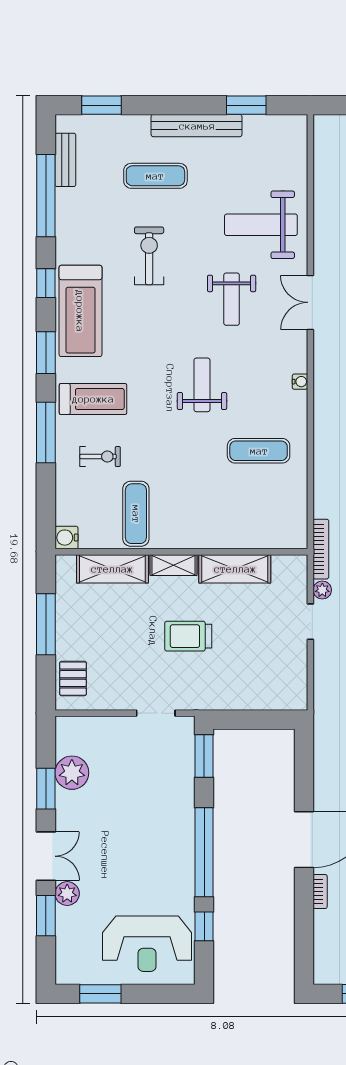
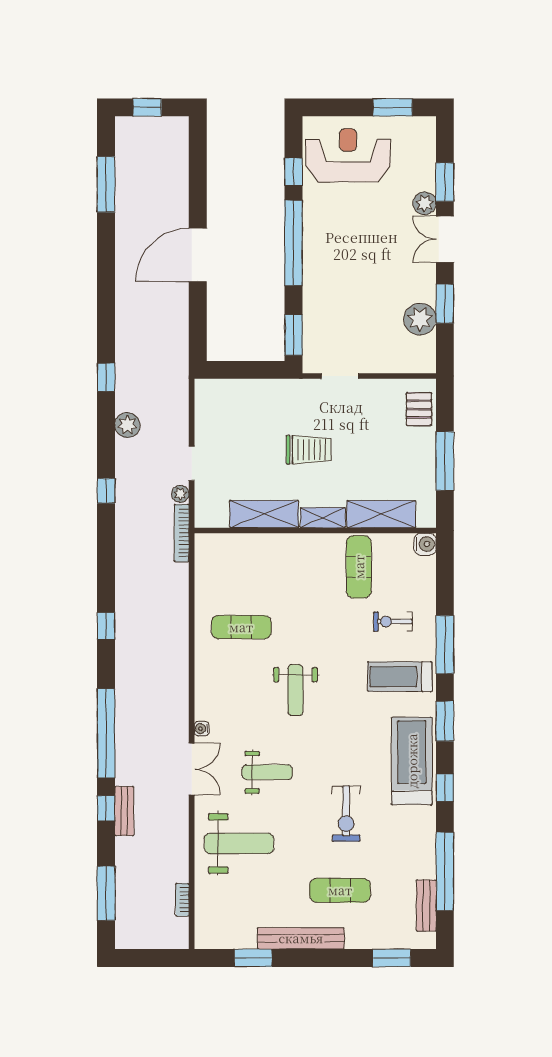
weight bench: (232, 299) -> (267, 772), turned 90
water cooler: (300, 382) -> (202, 729), moved
bookcase: (320, 891) -> (182, 900), moved

